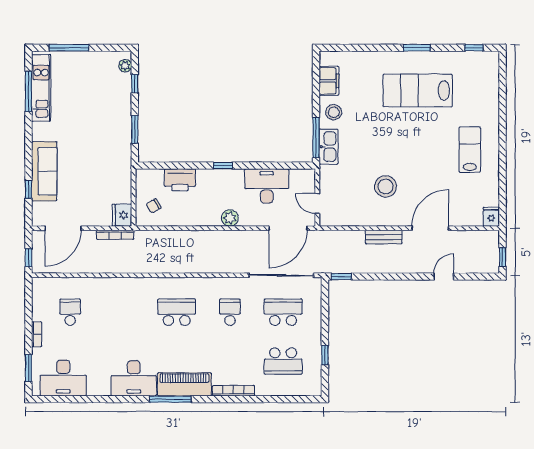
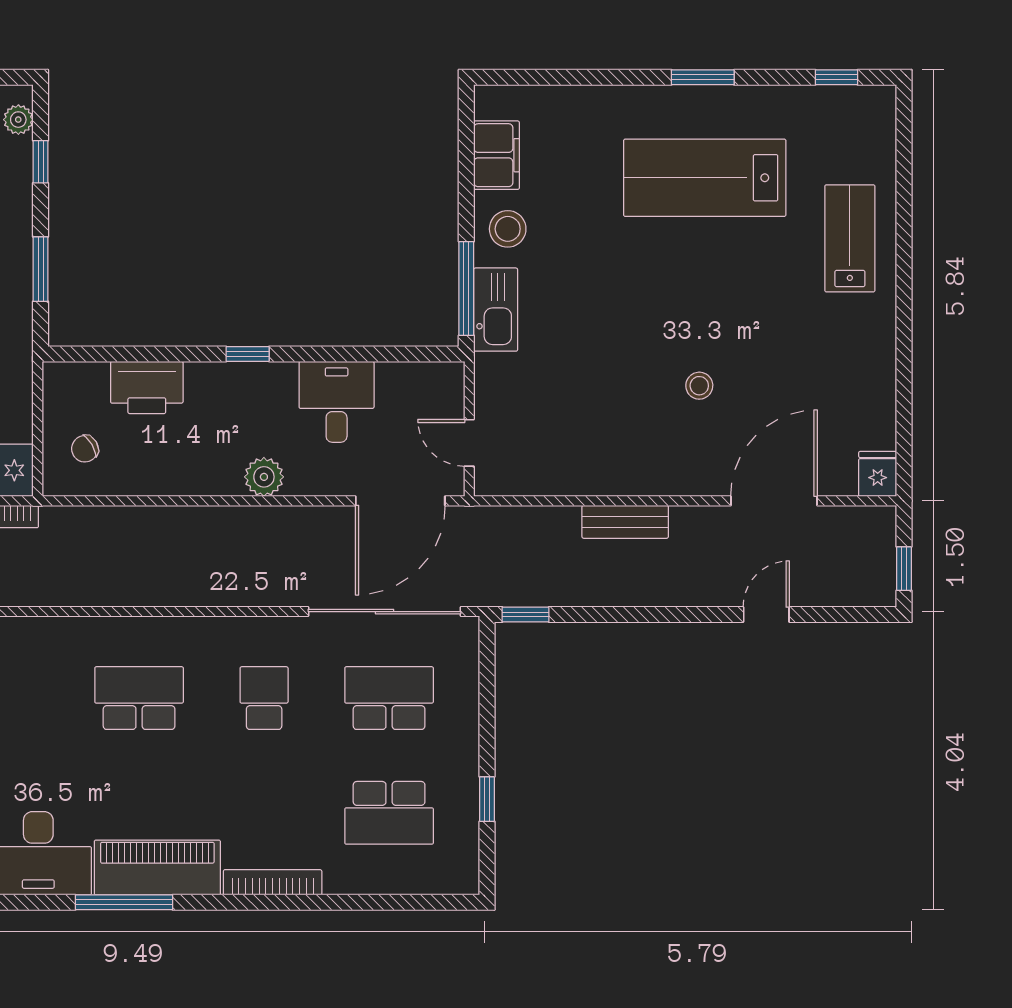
lab bench: (470, 150) -> (850, 238), moved
desk: (267, 186) -> (337, 402), width x0.73
stool: (385, 186) -> (699, 386), moved, width x0.53, depth x0.53
door: (430, 228) -> (774, 501), moved

